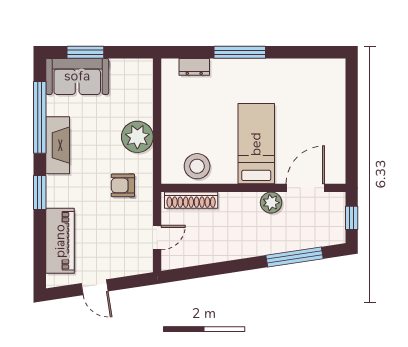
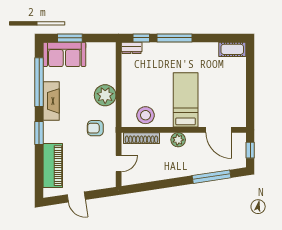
window: (191, 52) -> (141, 38), added
dresser: (194, 67) -> (132, 48), moved
cot: (325, 69) -> (232, 49), added
door: (305, 188) -> (219, 130), swing flipped
plant: (271, 203) -> (178, 140), moved

